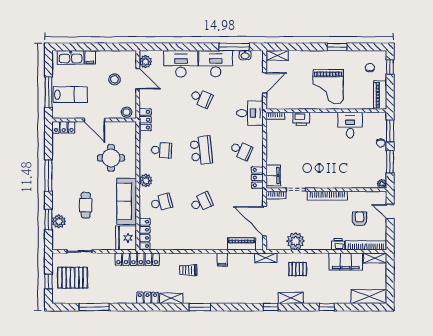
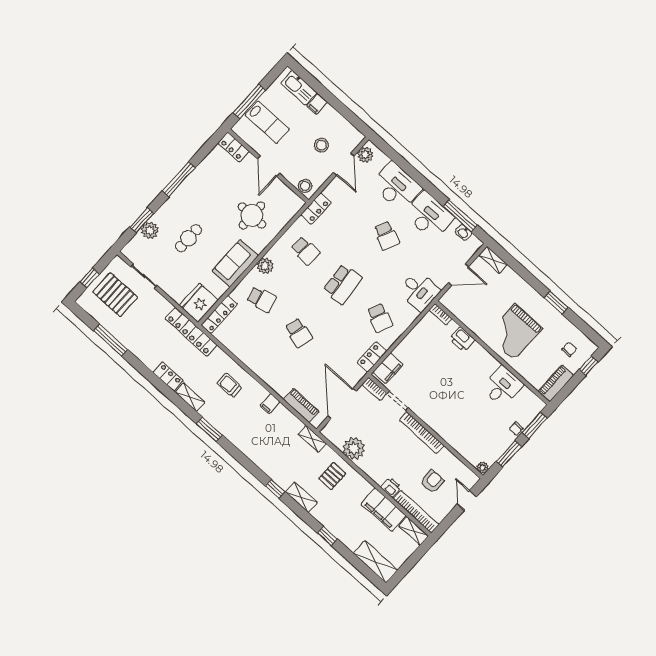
sofa: (127, 201) -> (235, 263), width x0.73
school desk: (201, 202) -> (299, 333), turned 39
pallet: (298, 269) -> (332, 476), turned 90

